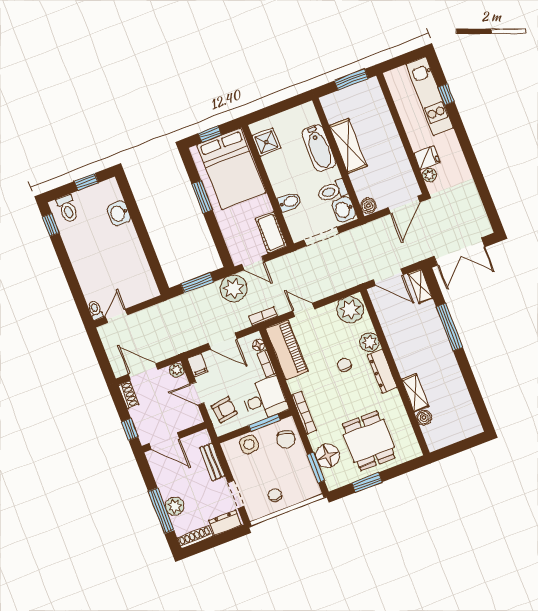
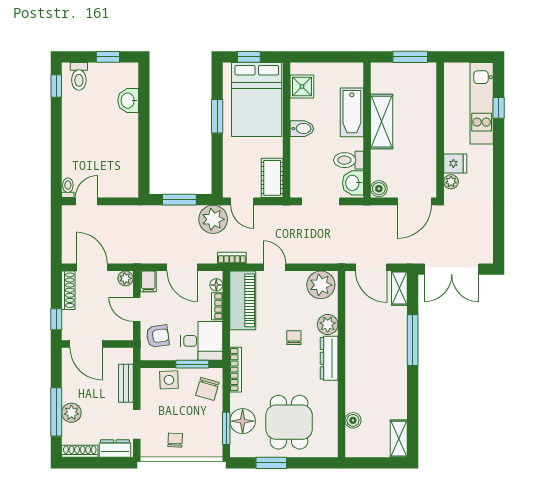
bidet: (289, 202) -> (302, 129), moved
shelving: (415, 393) -> (399, 439), moved
shoe rack: (129, 395) -> (68, 290), width x1.43

